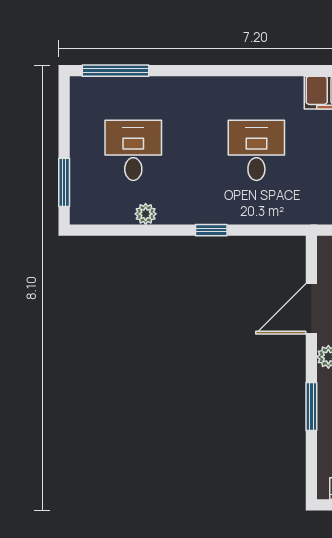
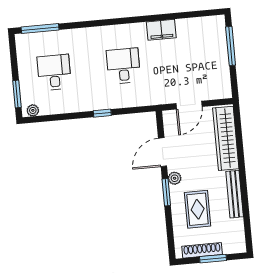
plant: (146, 214) -> (33, 110), moved
window: (311, 406) -> (166, 192), moved

